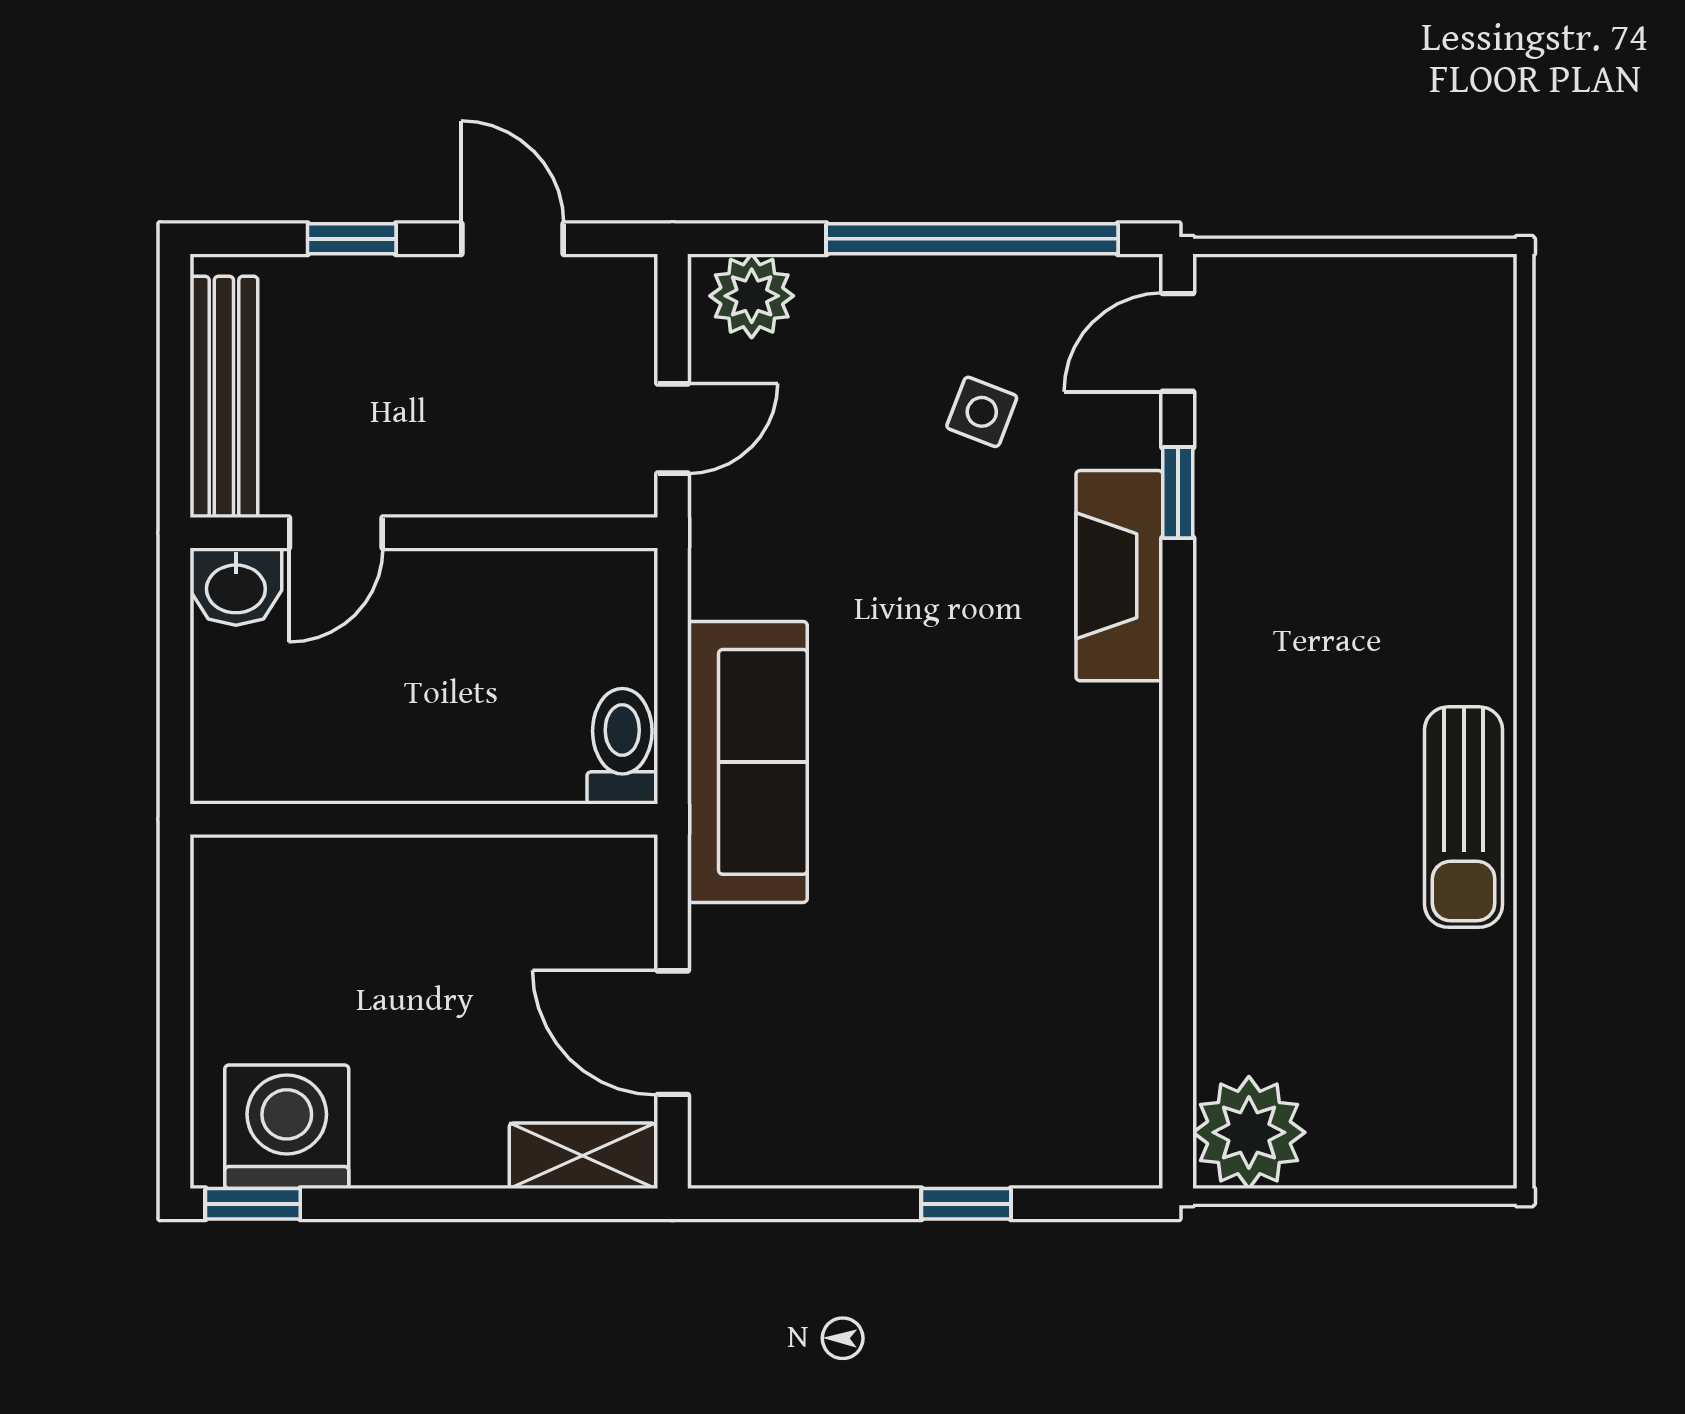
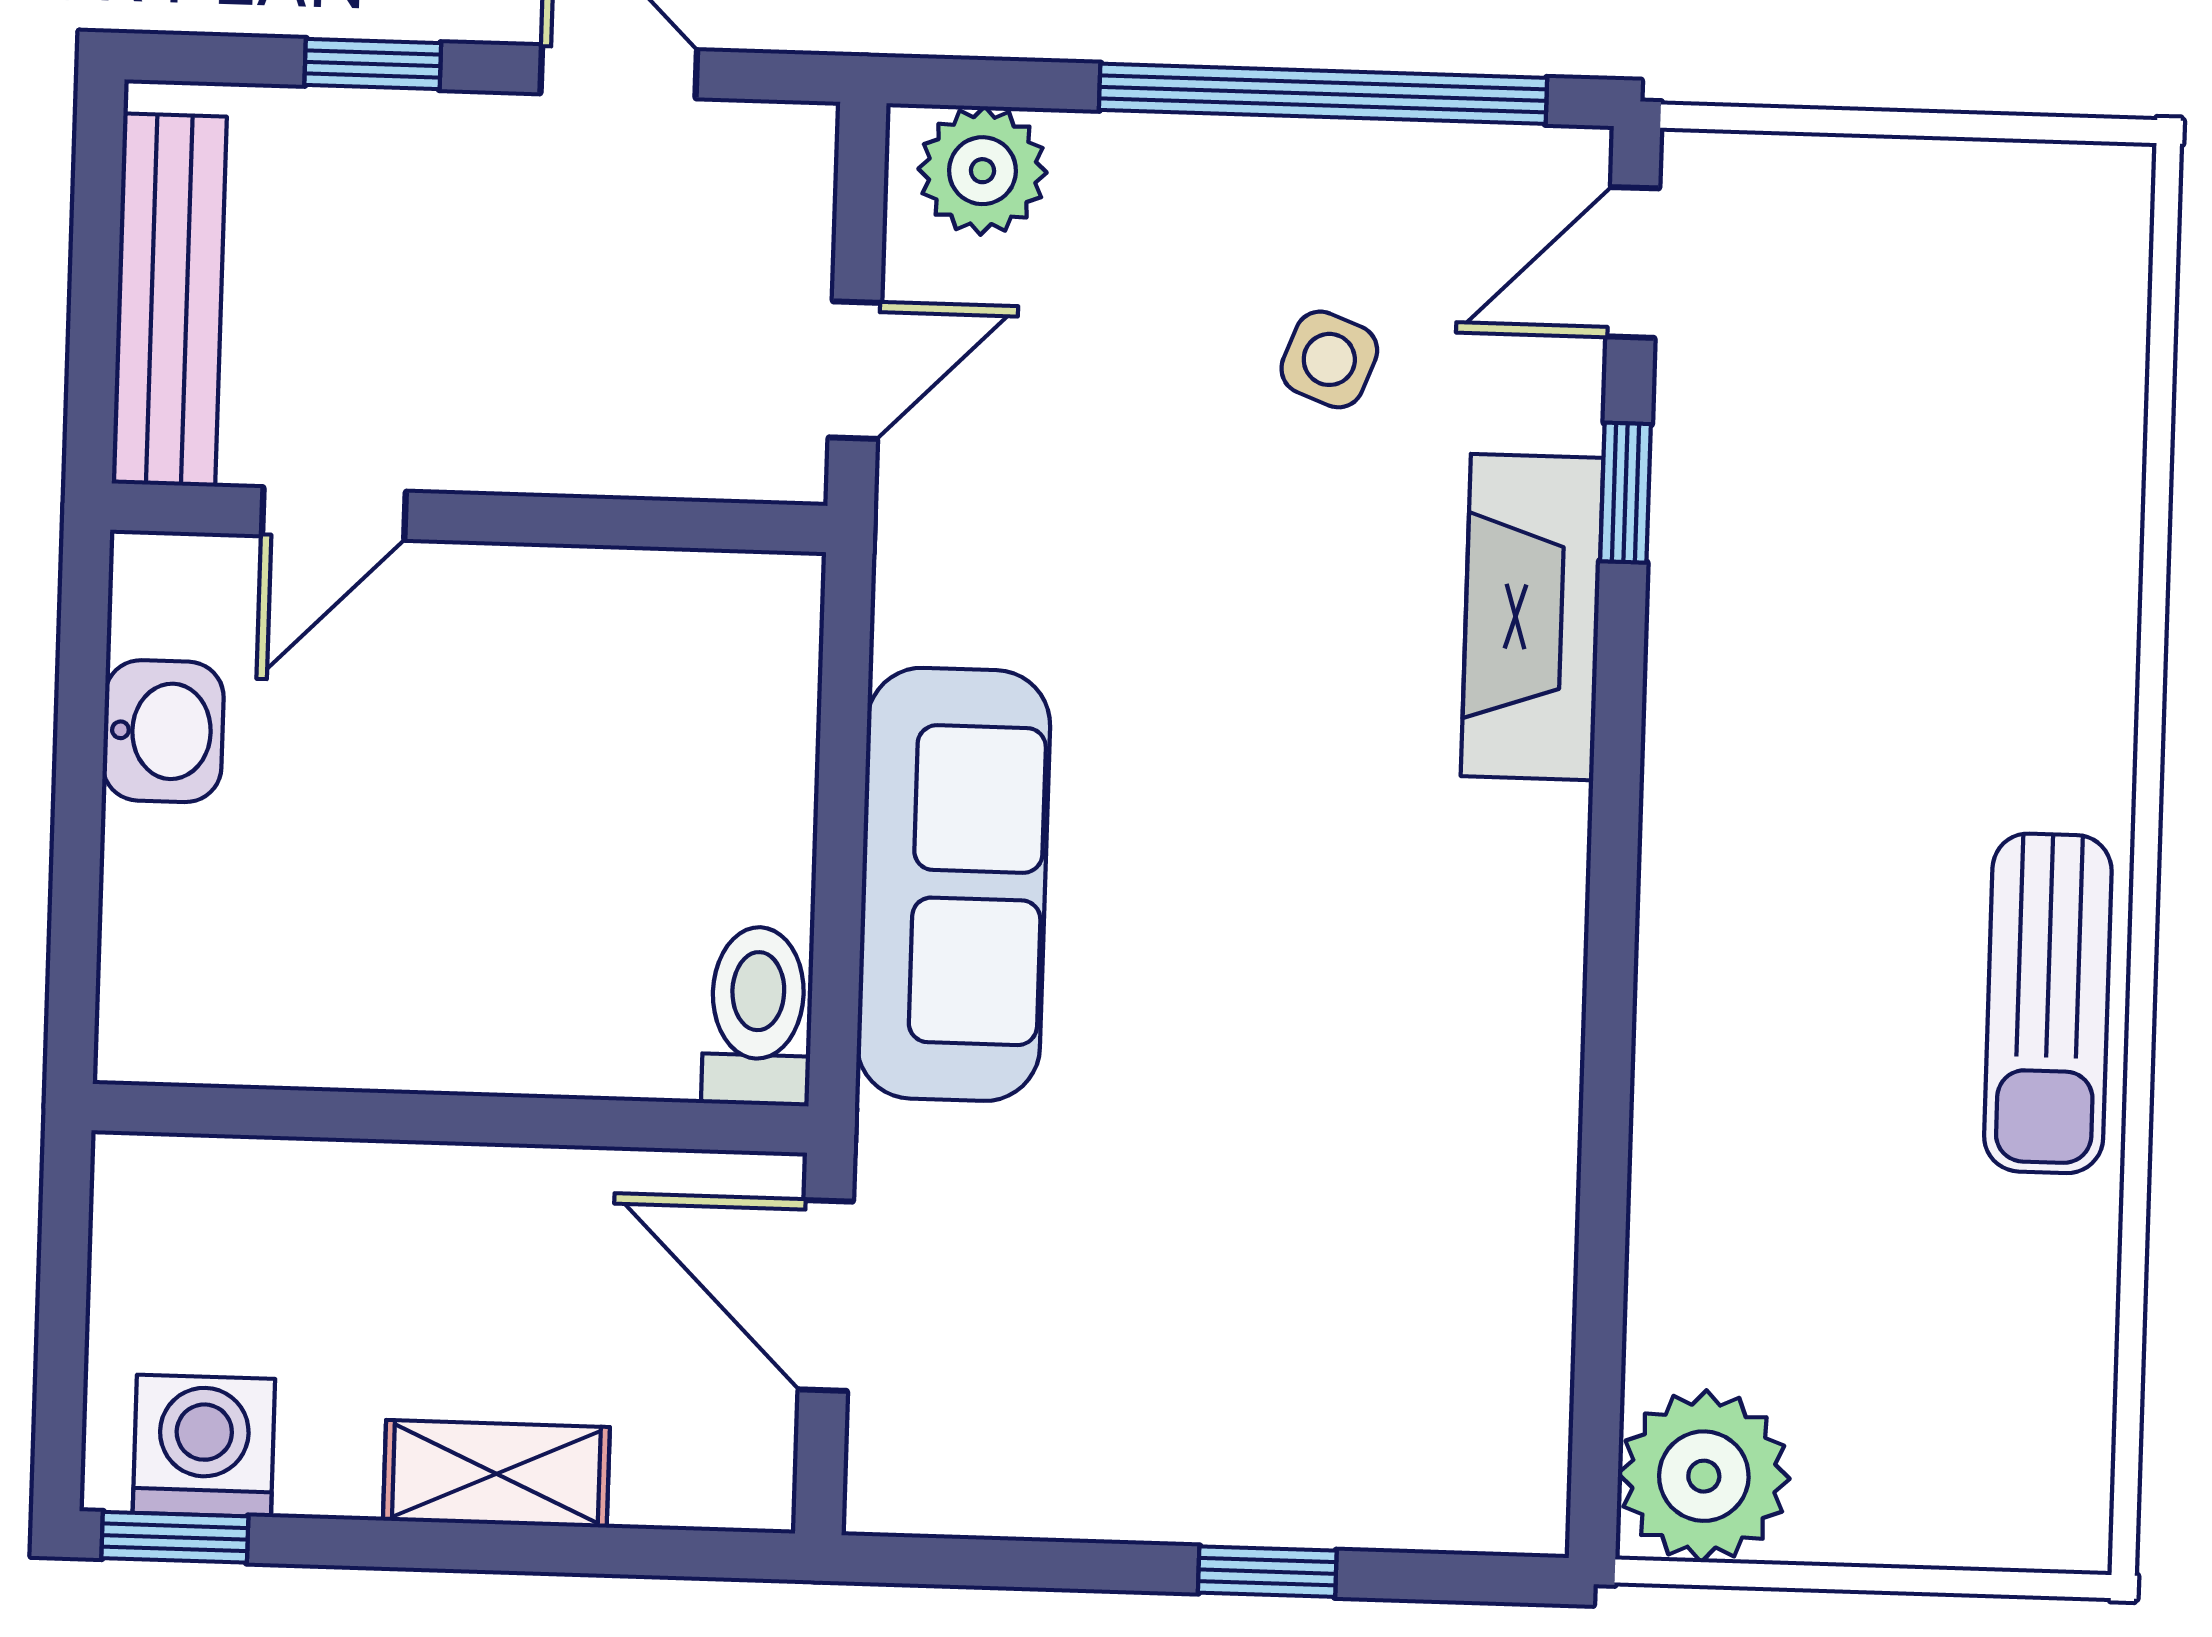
washbasin: (236, 587) -> (163, 731), moved, turned -90
toilet: (622, 746) -> (758, 1016), moved
wall: (424, 819) -> (450, 1118), moved
washing machine: (287, 1127) -> (204, 1446), width x0.73, depth x0.73
shelving: (582, 1156) -> (496, 1474), moved

